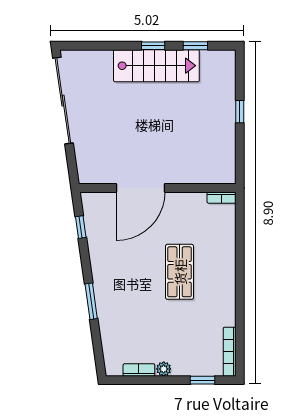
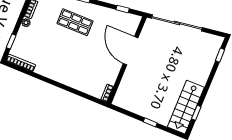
window: (153, 46) -> (220, 55), moved
stairs: (156, 66) -> (186, 107), moved
sliding door: (63, 101) -> (177, 23), moved
shop shelf: (180, 272) -> (75, 22), moved

